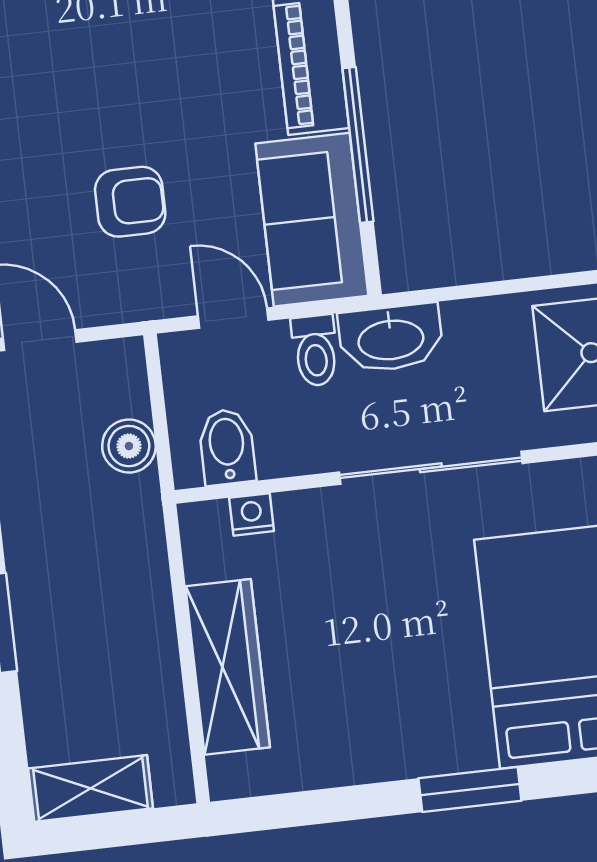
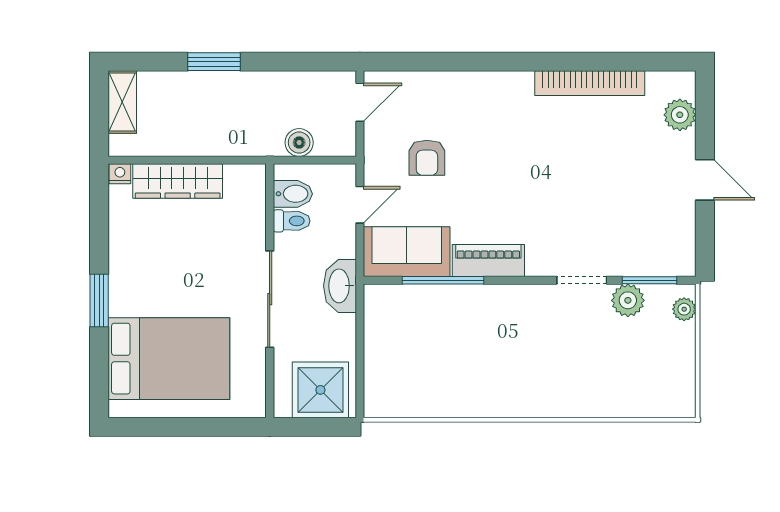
toilet: (315, 351) -> (292, 221), moved, turned 180
nightstand: (252, 514) -> (120, 174), moved, turned -90

